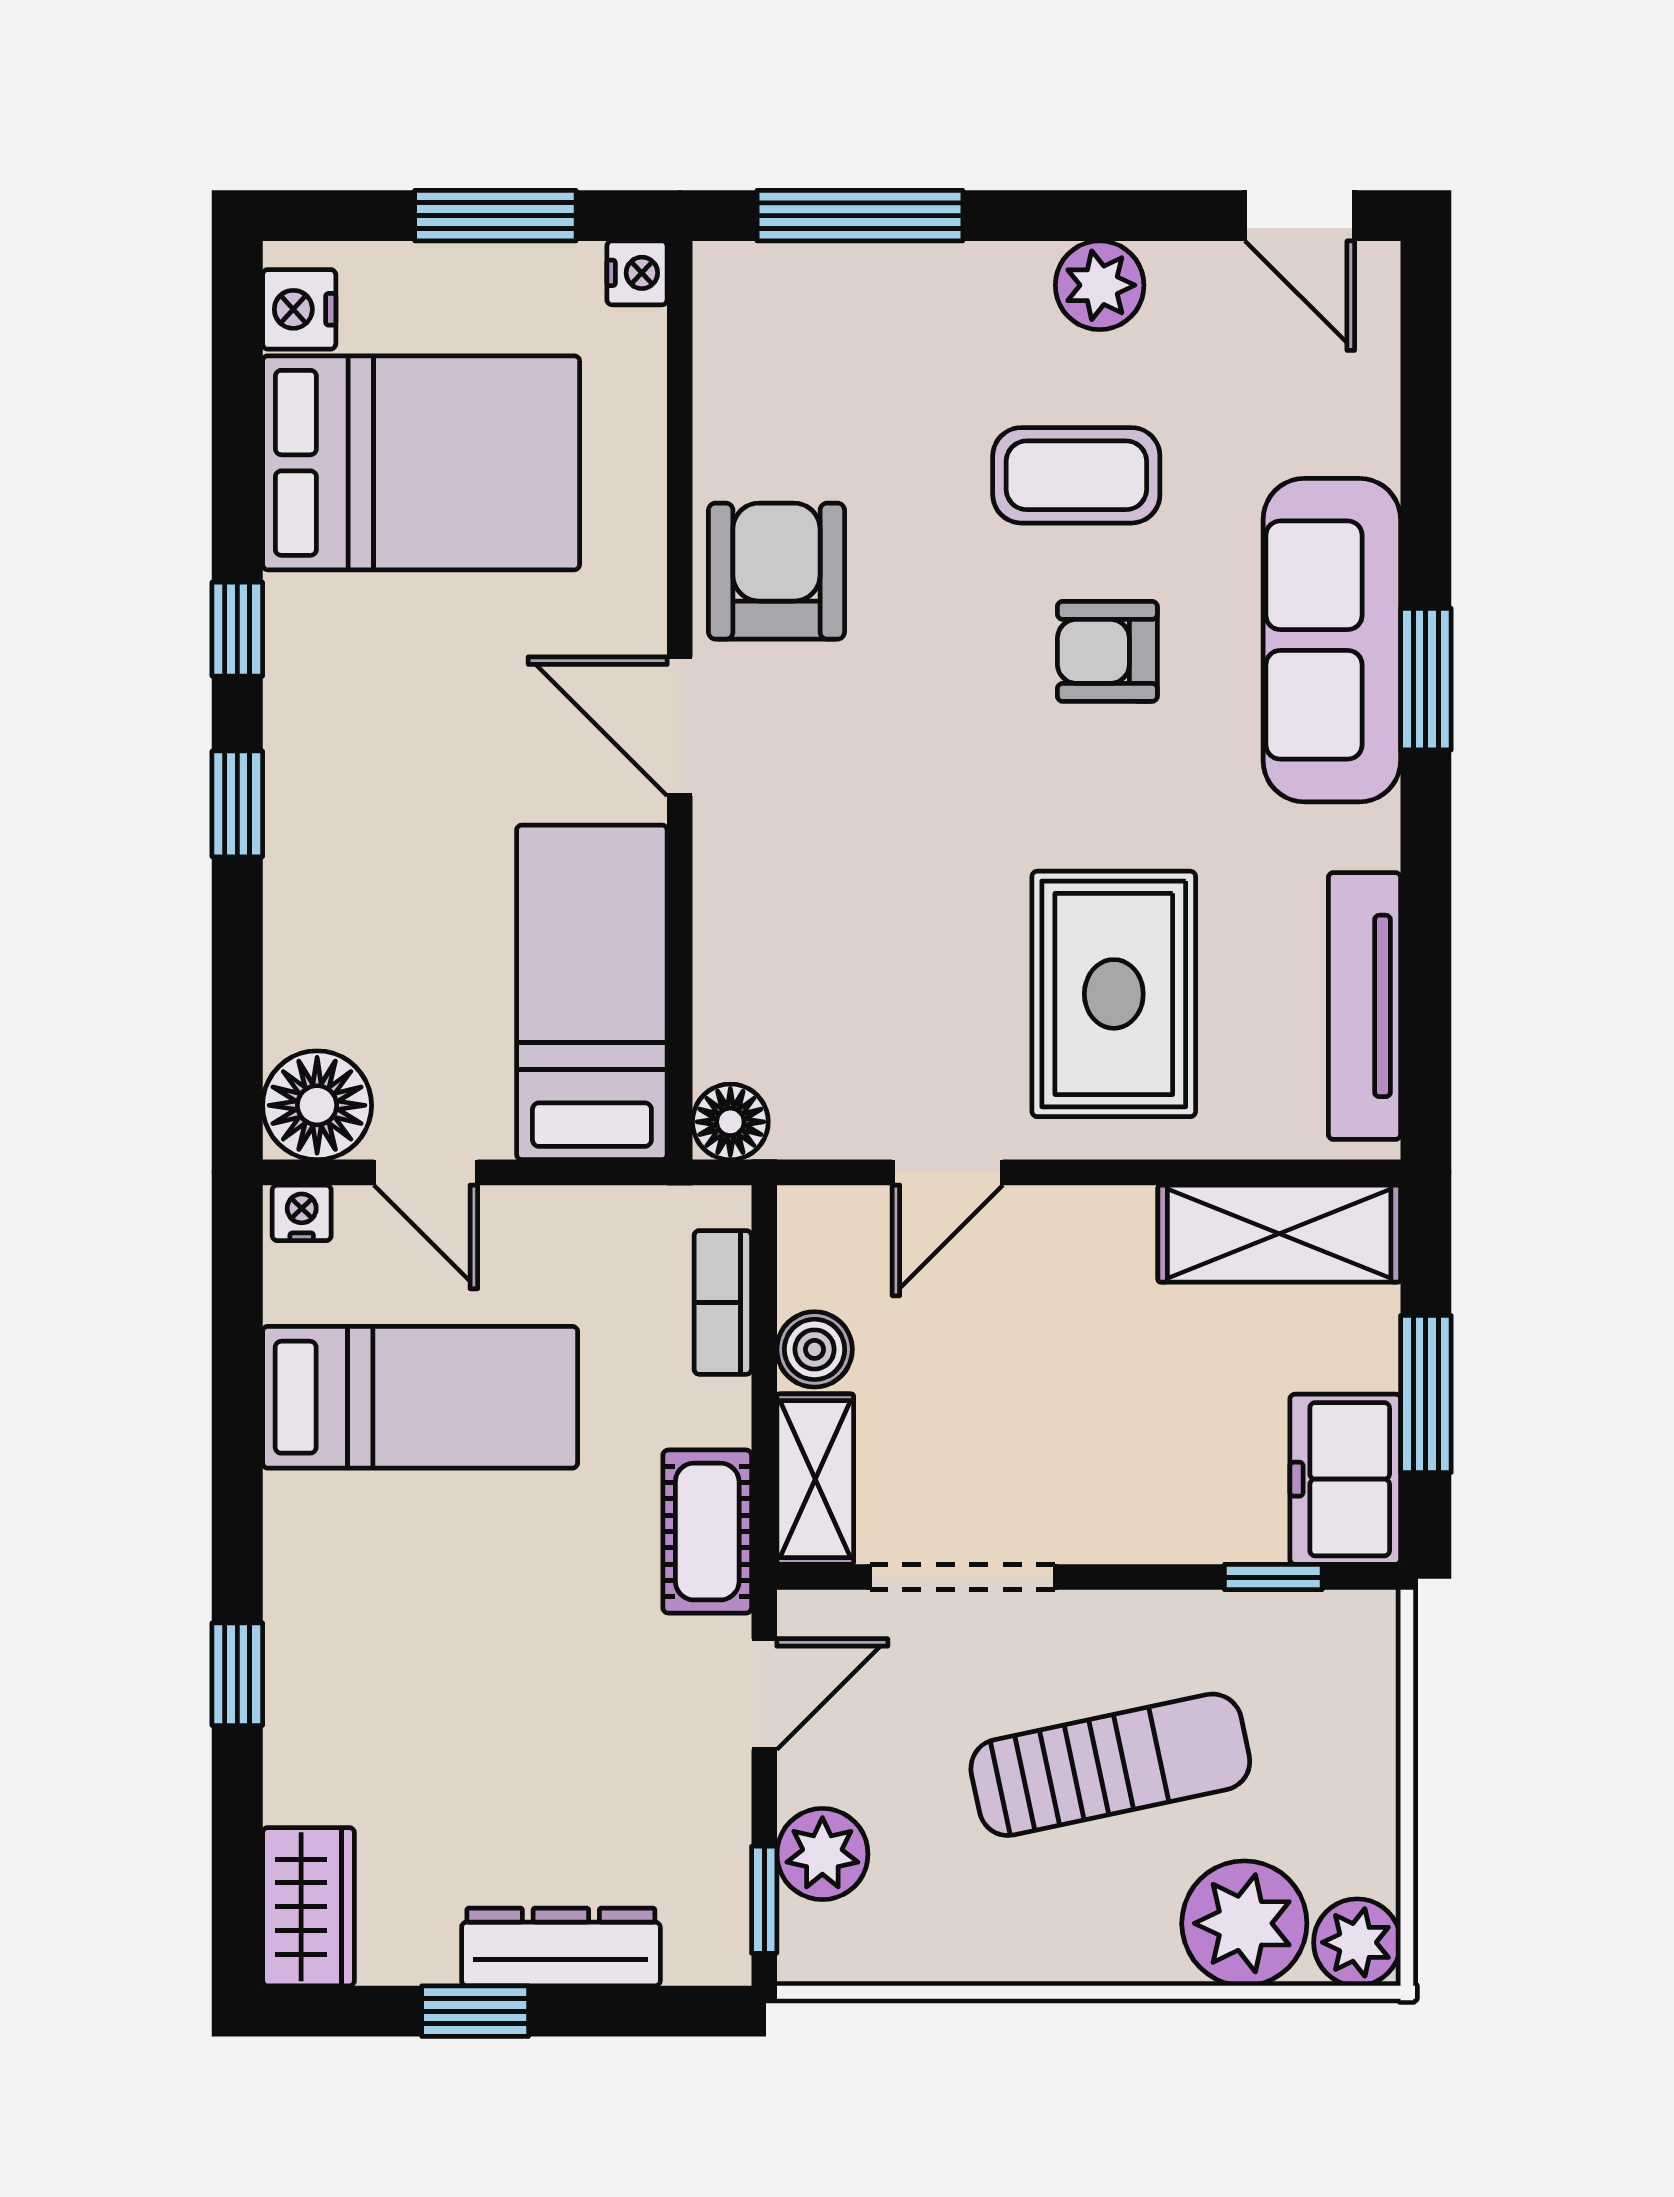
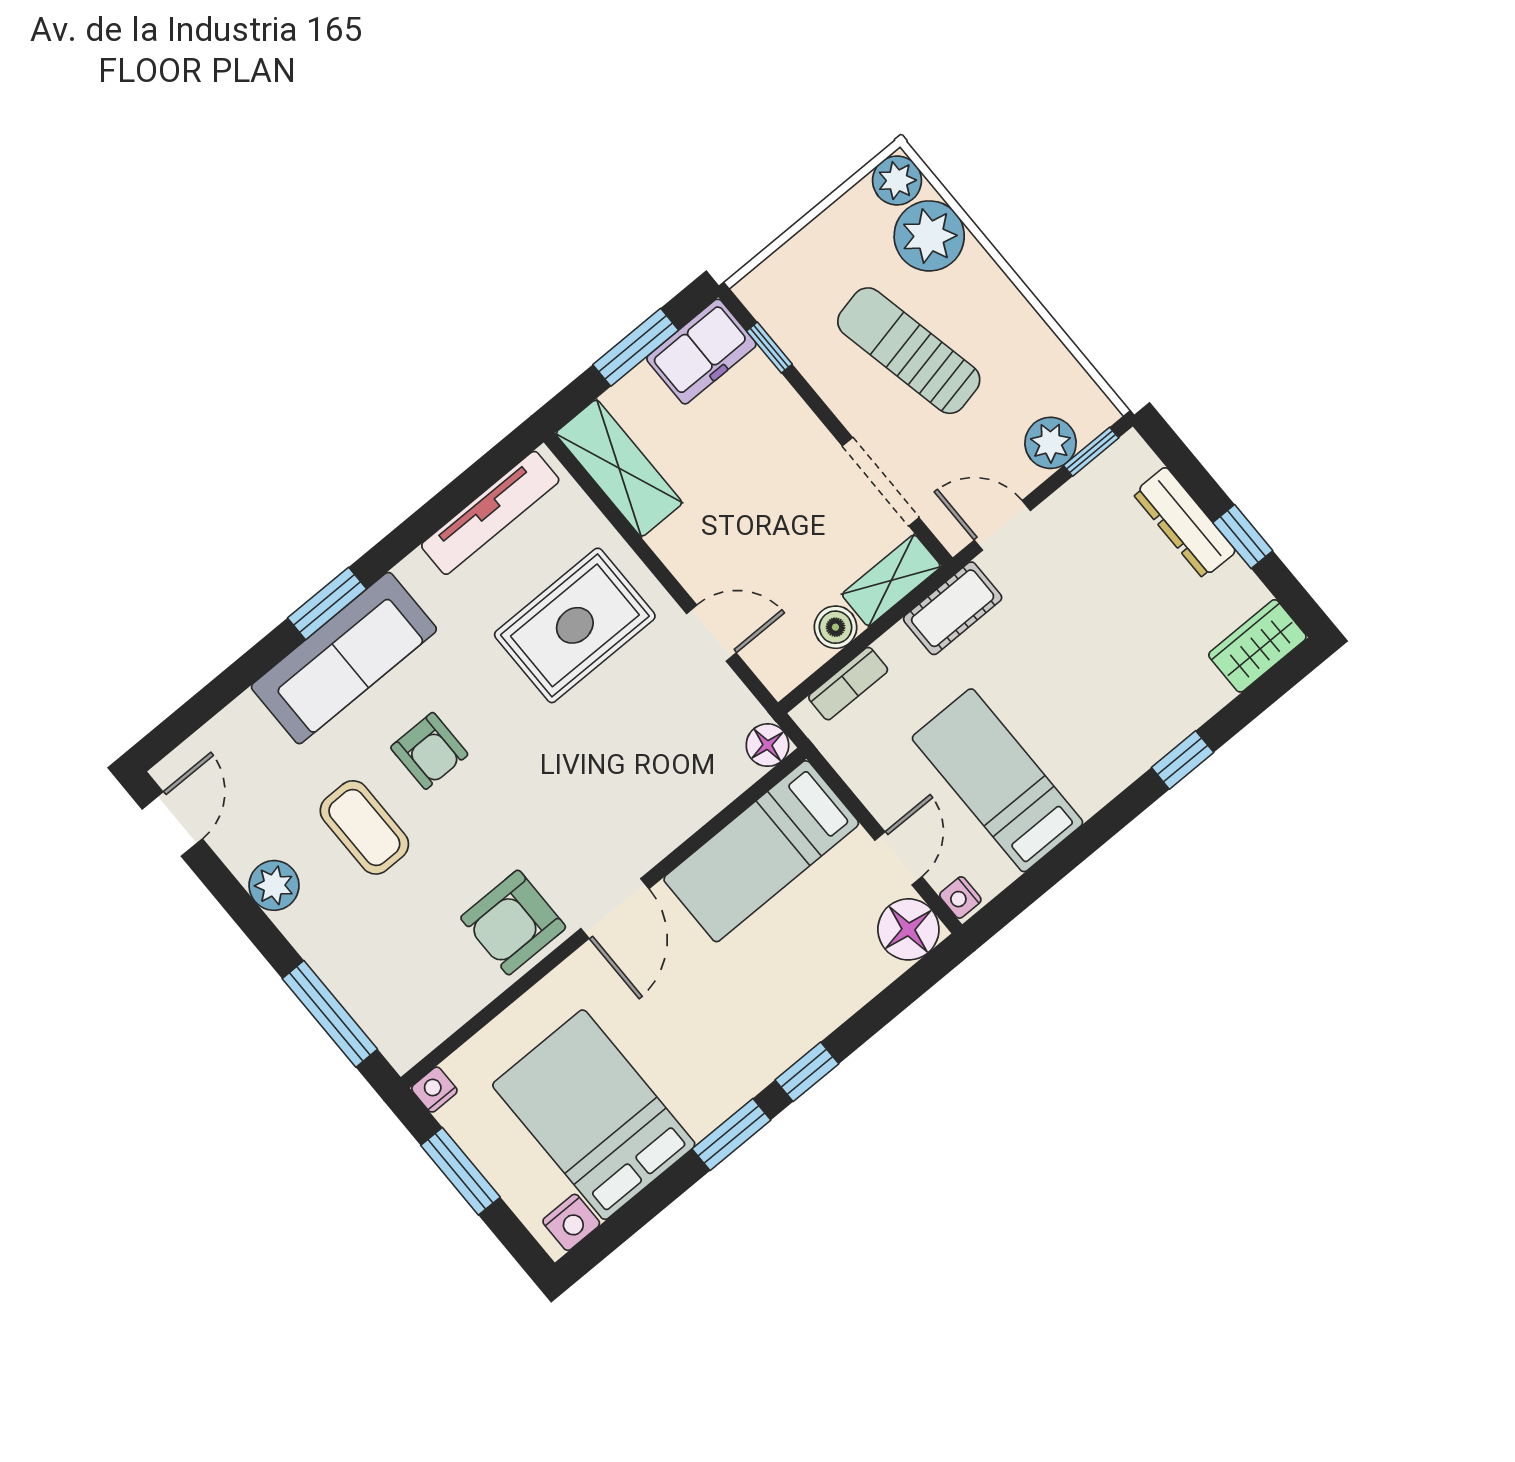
window: (237, 629) -> (731, 1134), width x1.50

